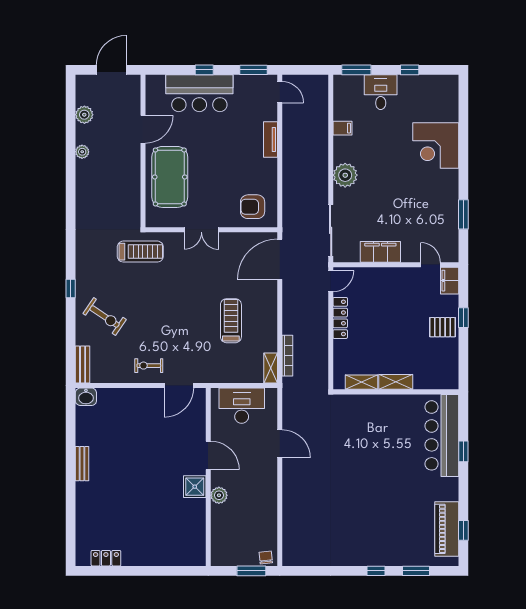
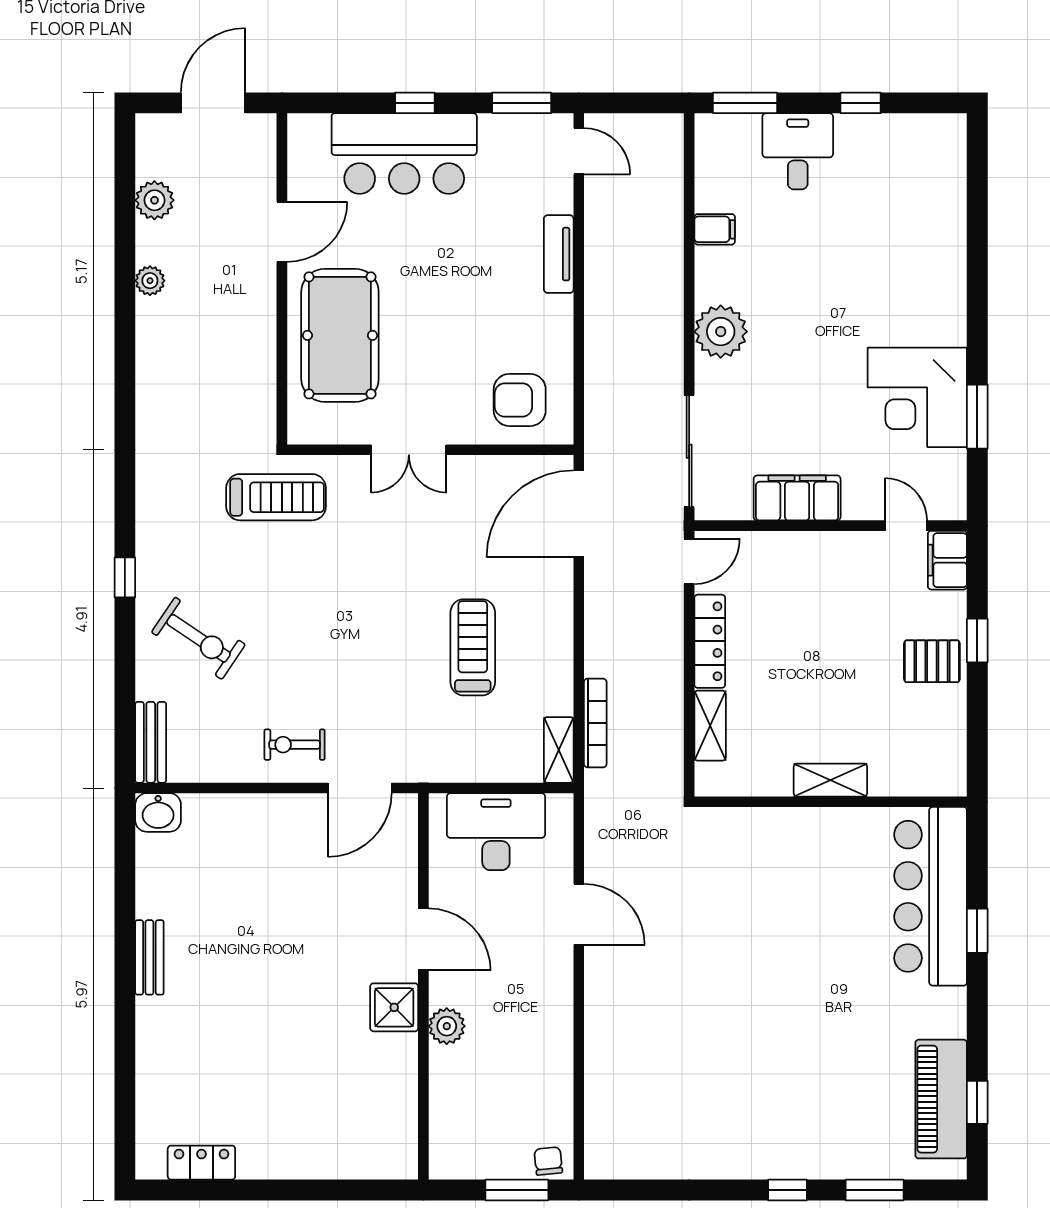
corner desk: (436, 145) -> (917, 397), moved
shelving: (361, 382) -> (710, 726), moved, turned 90

